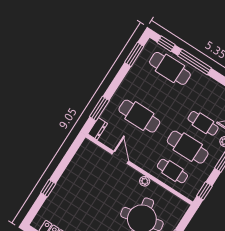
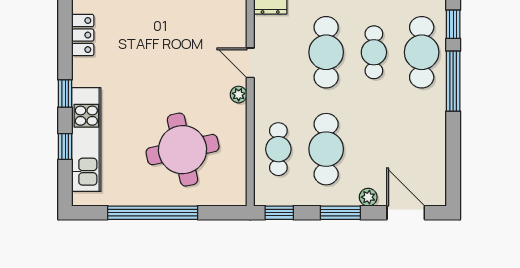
cafe table: (203, 123) -> (374, 52), moved
door: (120, 157) -> (250, 63), swing flipped
plant: (145, 181) -> (239, 95), moved

